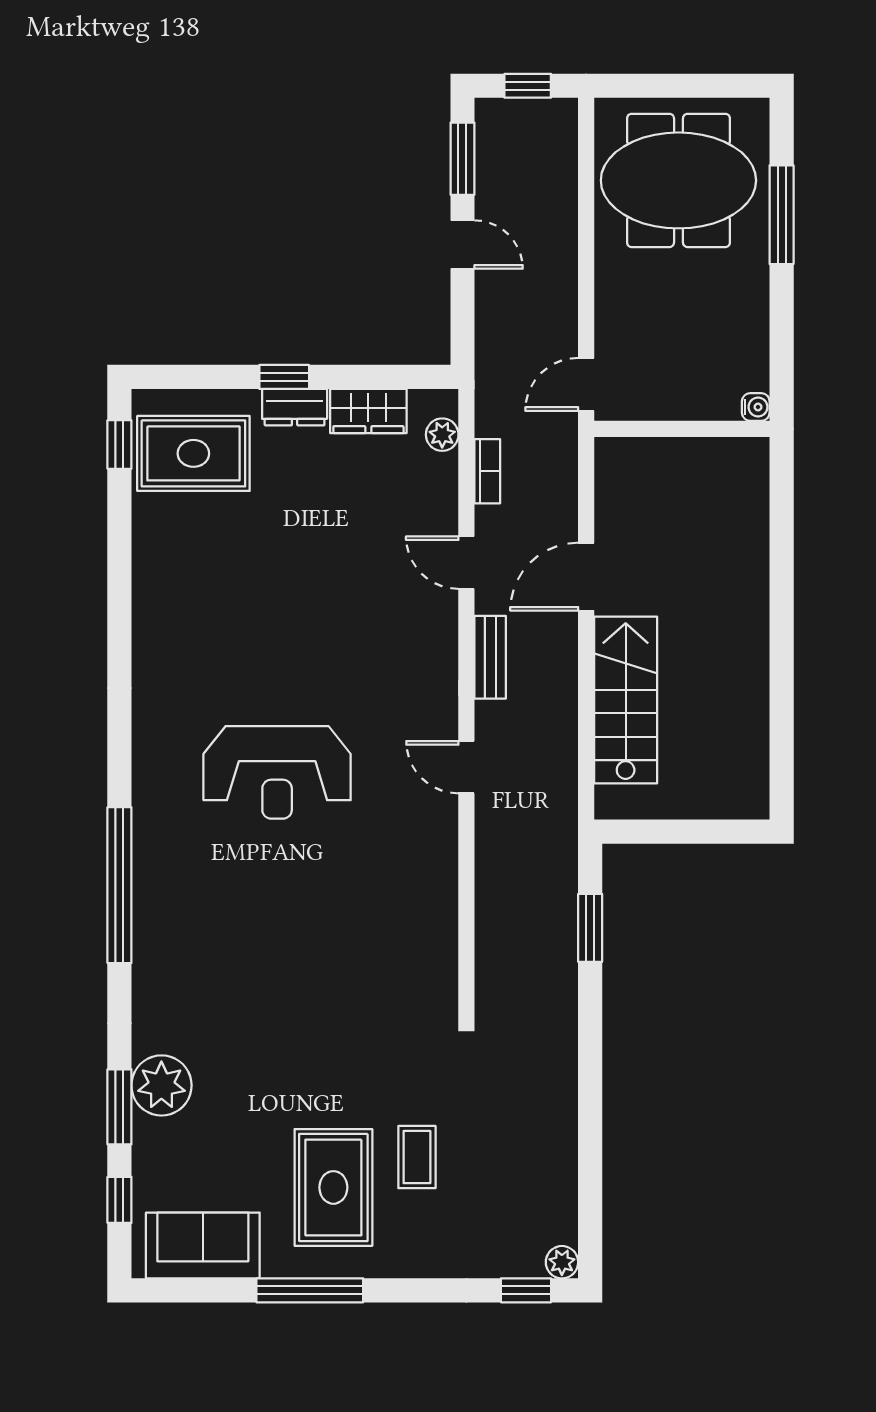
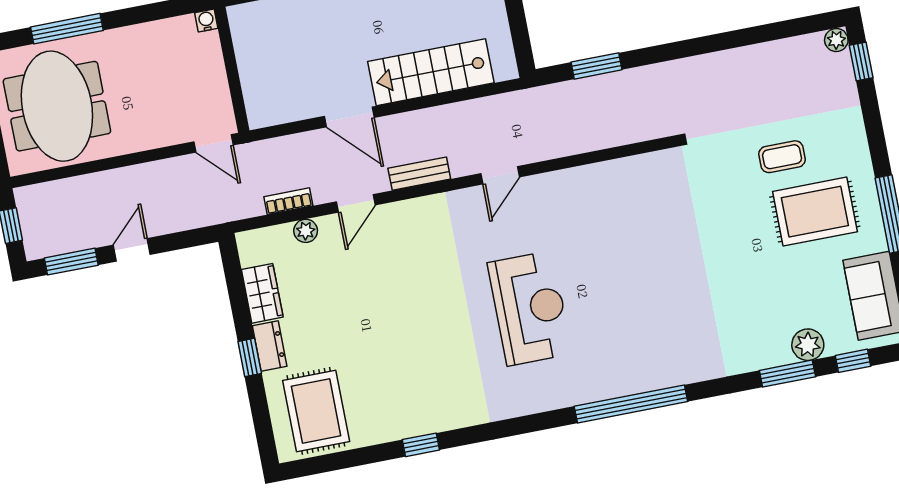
plant: (442, 435) -> (306, 231), moved
window: (119, 444) -> (421, 445), moved
plant: (161, 1085) -> (808, 345), moved, width x0.73, depth x0.73

